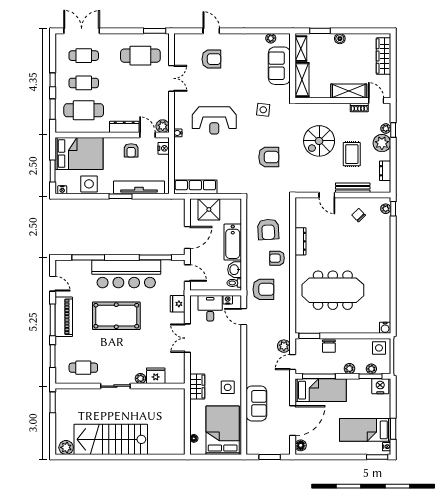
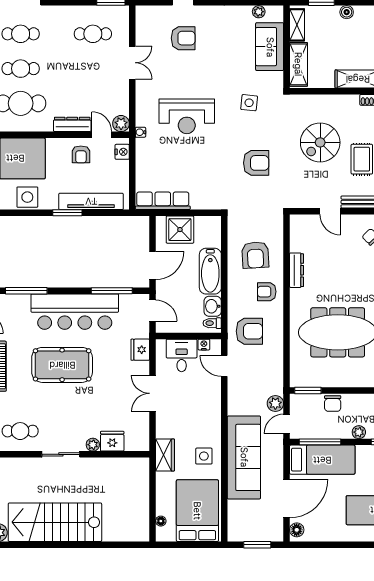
cafe table: (140, 56) -> (93, 34), width x0.73, depth x0.74
sofa: (256, 403) -> (244, 457), width x1.85, depth x1.27

